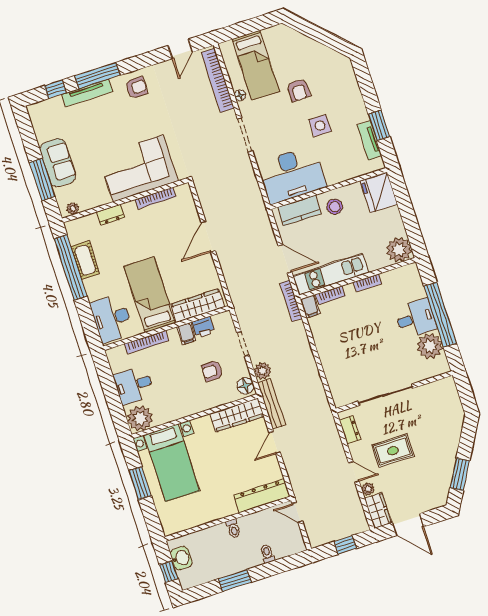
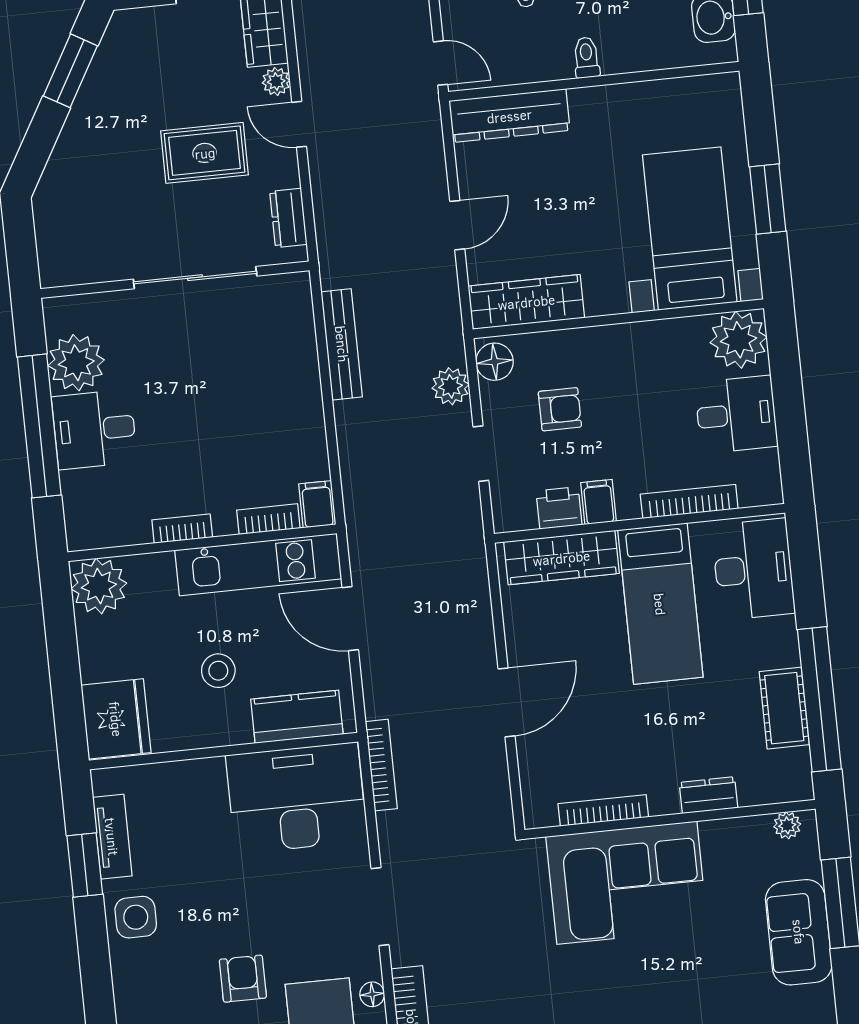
side table: (320, 126) -> (136, 917), moved
stool: (335, 207) -> (218, 671), moved
bookcase: (291, 301) -> (381, 765), moved
bench: (272, 404) -> (342, 344), moved

